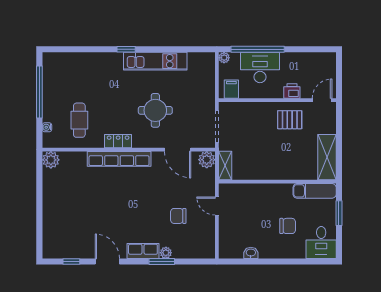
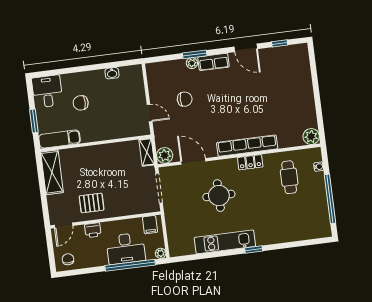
chair: (322, 64) -> (68, 259), added

